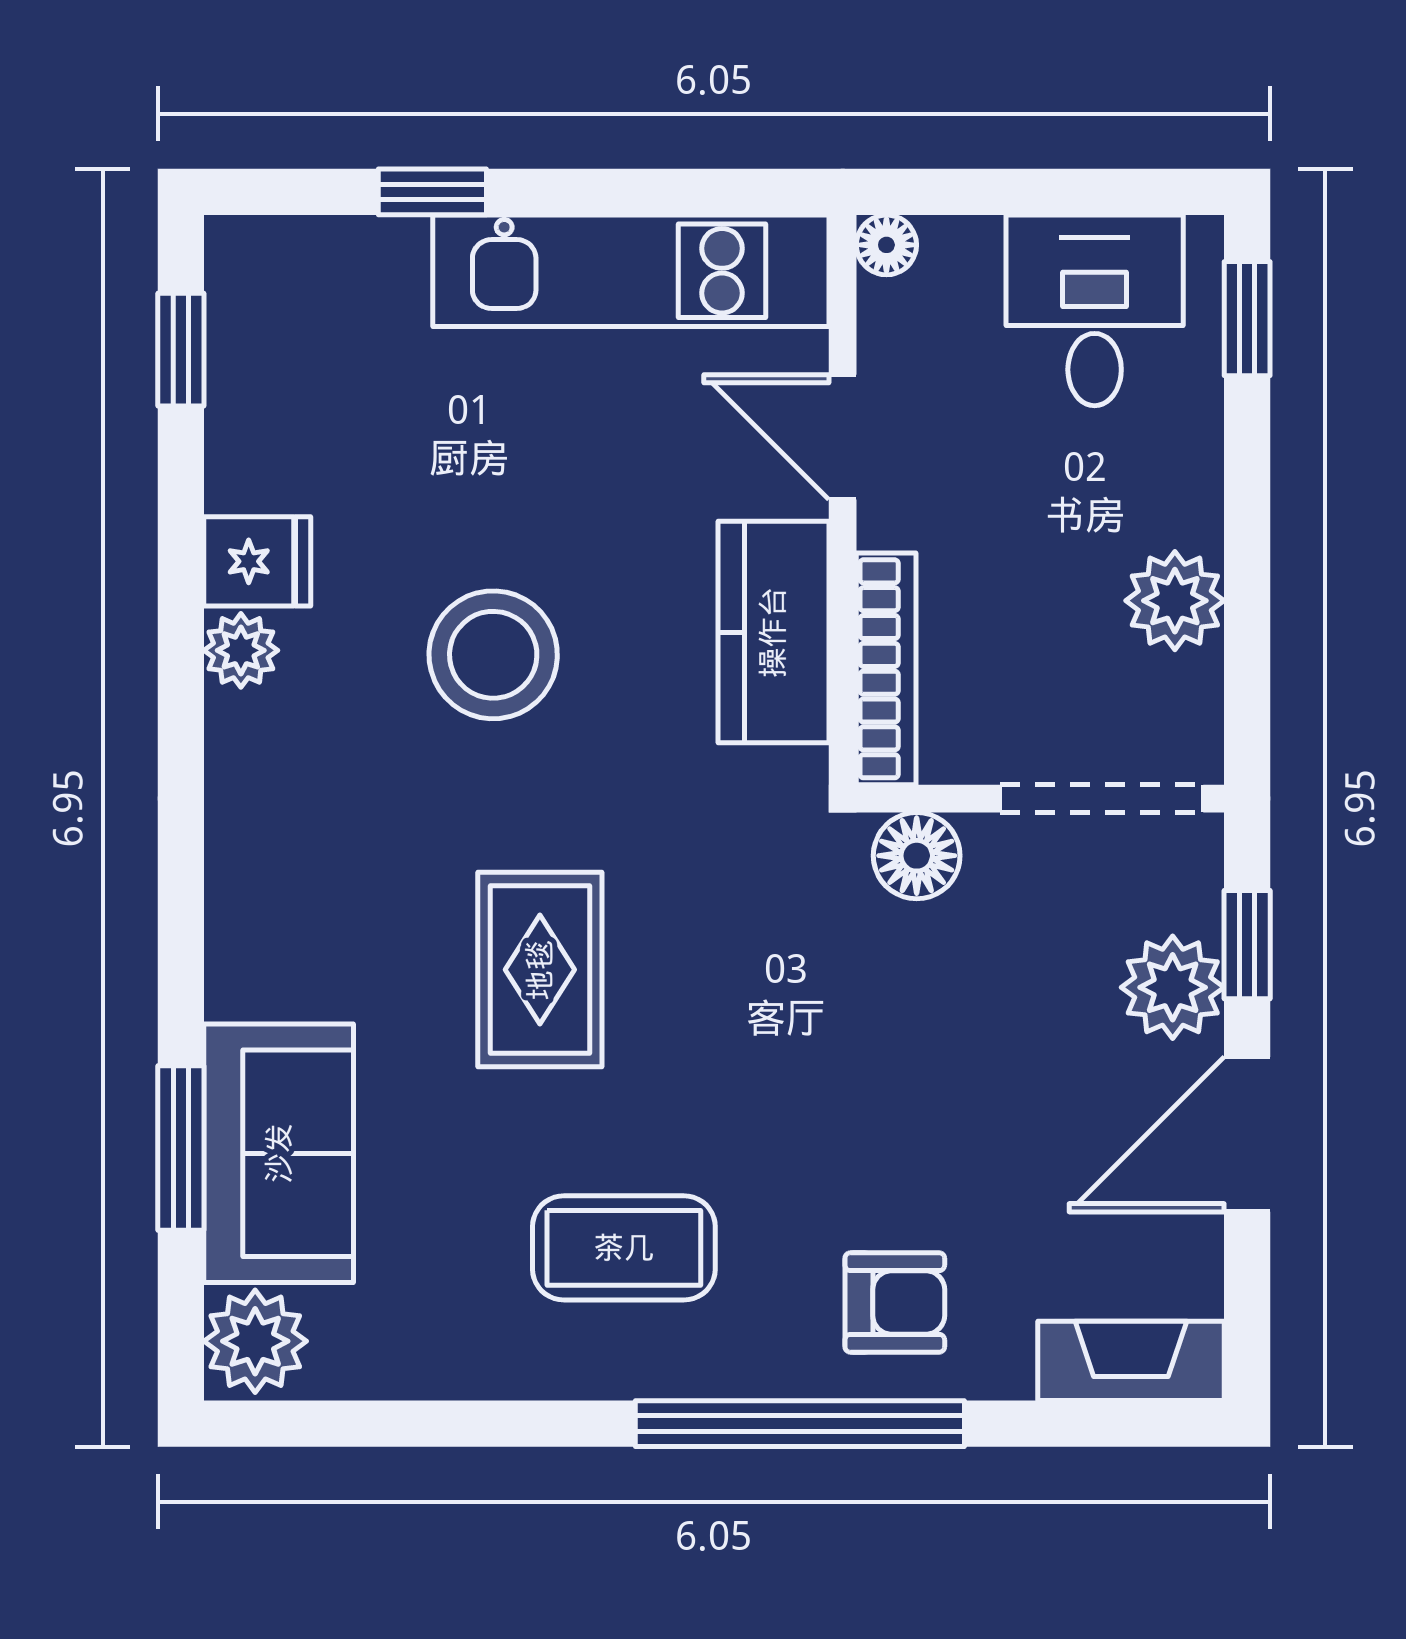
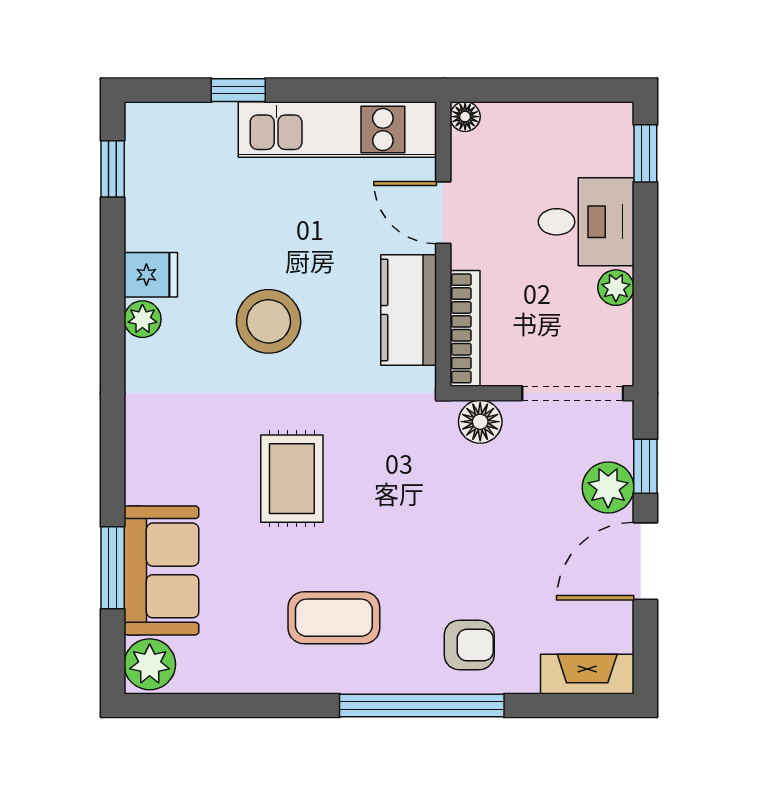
desk: (1095, 310) -> (586, 222), moved, turned 90
plant: (1175, 601) -> (616, 288), width x0.73, depth x0.73

